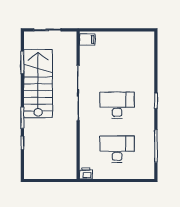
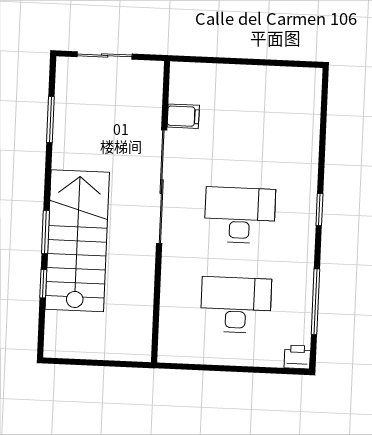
filing cabinet: (87, 40) -> (183, 116), moved
stairs: (38, 84) -> (77, 241), moved
printer: (86, 173) -> (297, 357), moved

